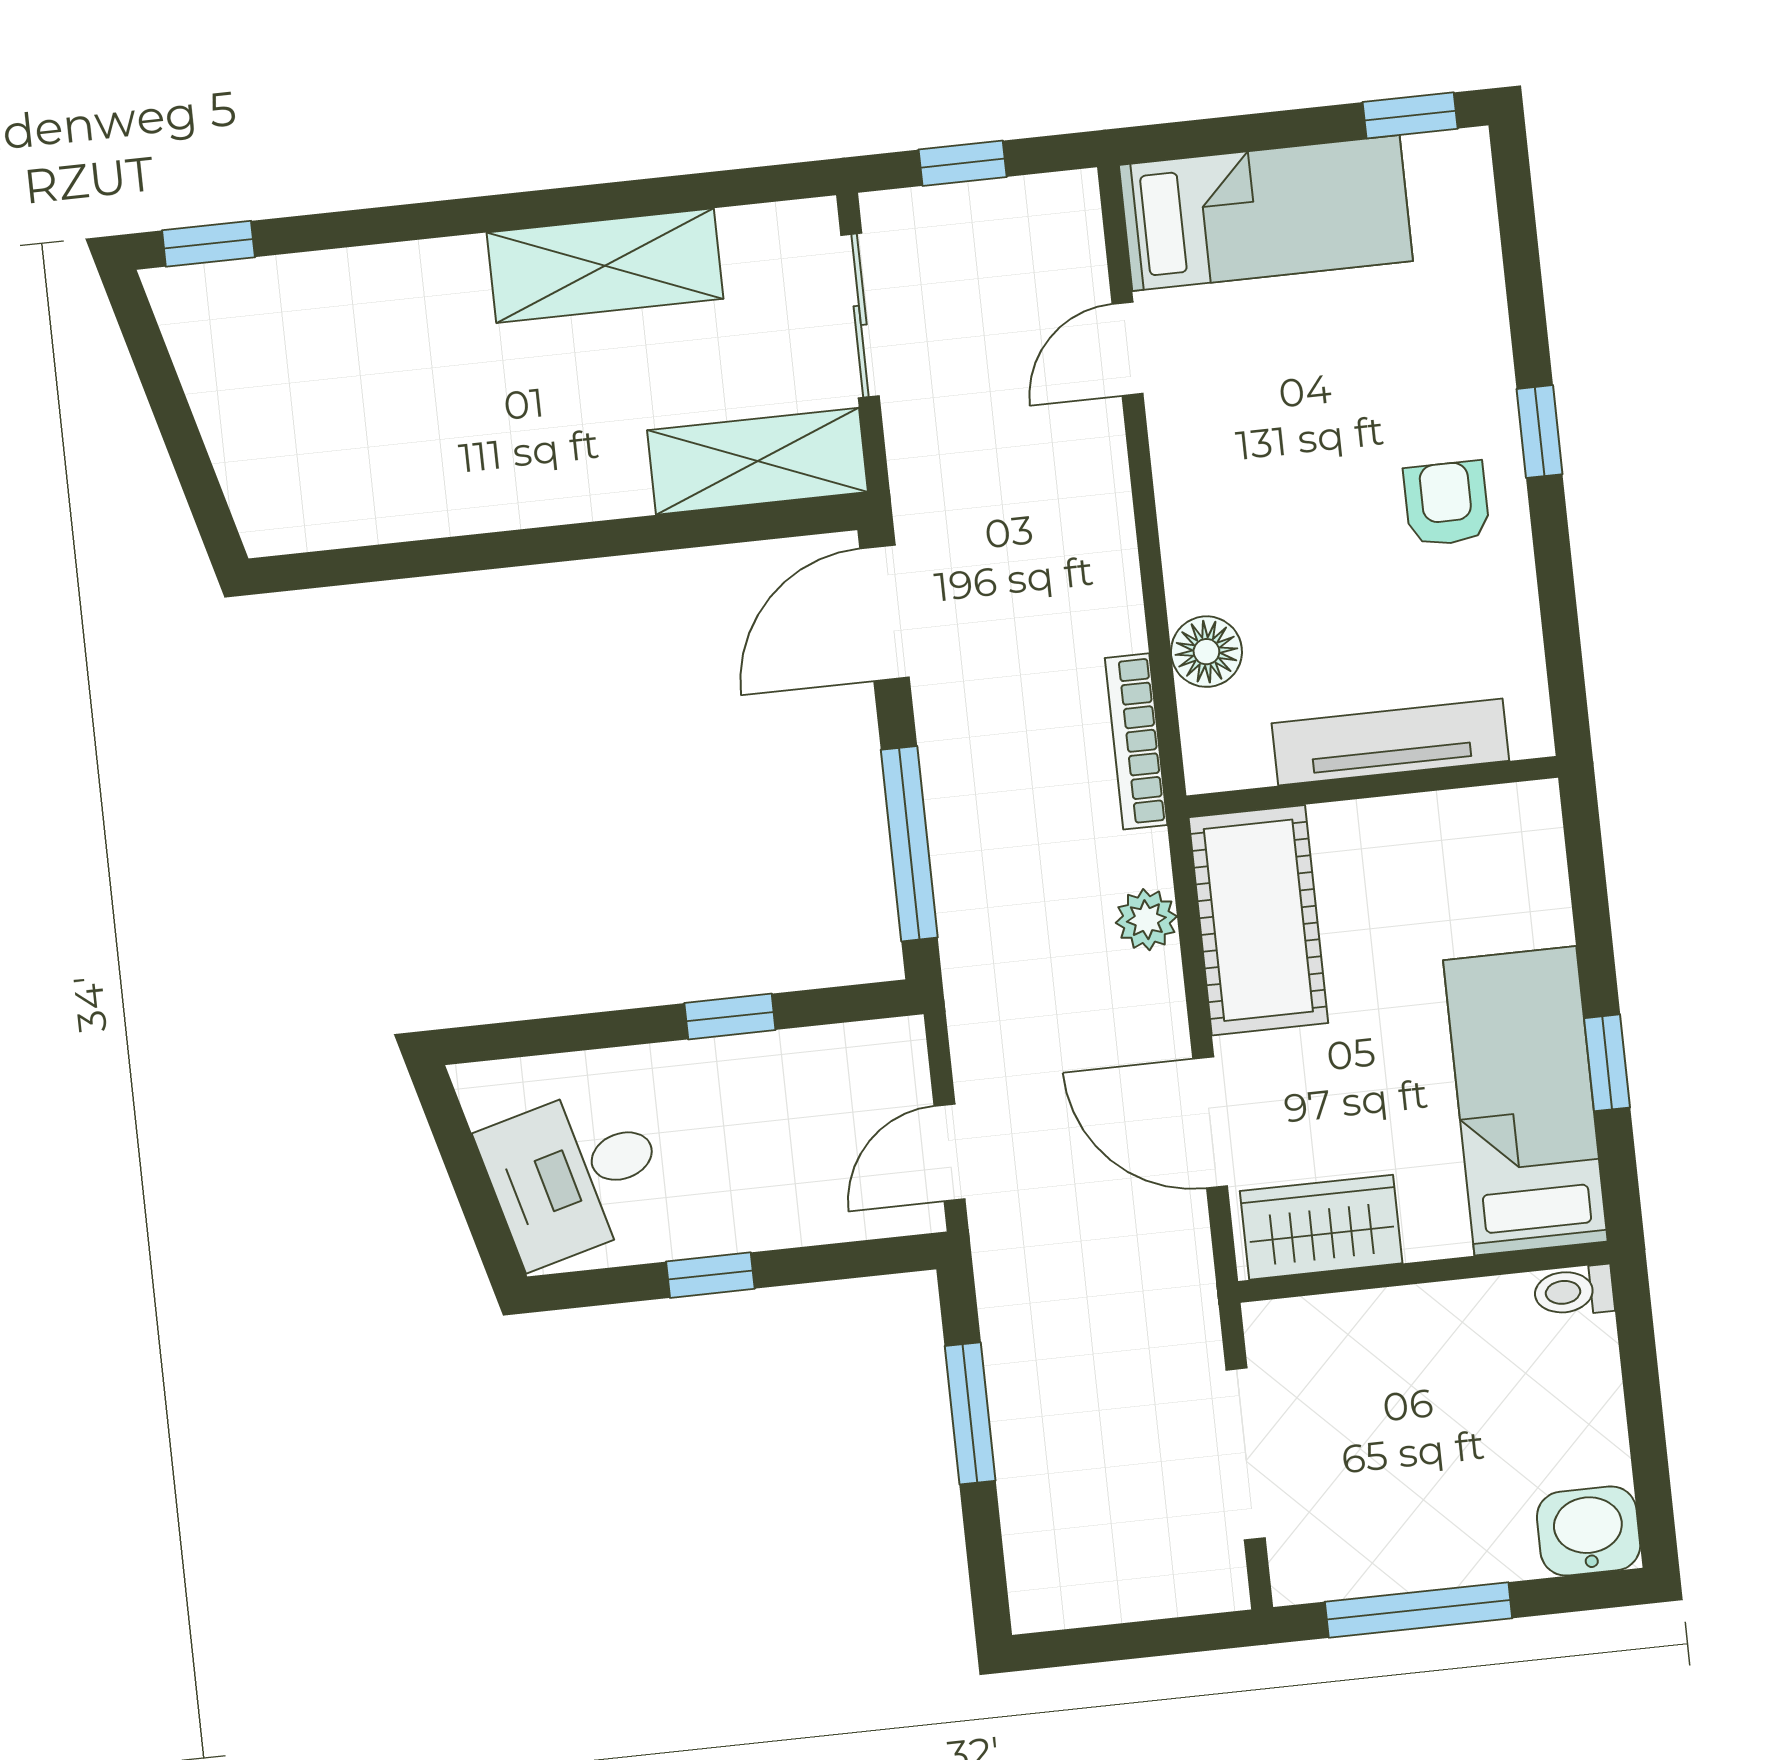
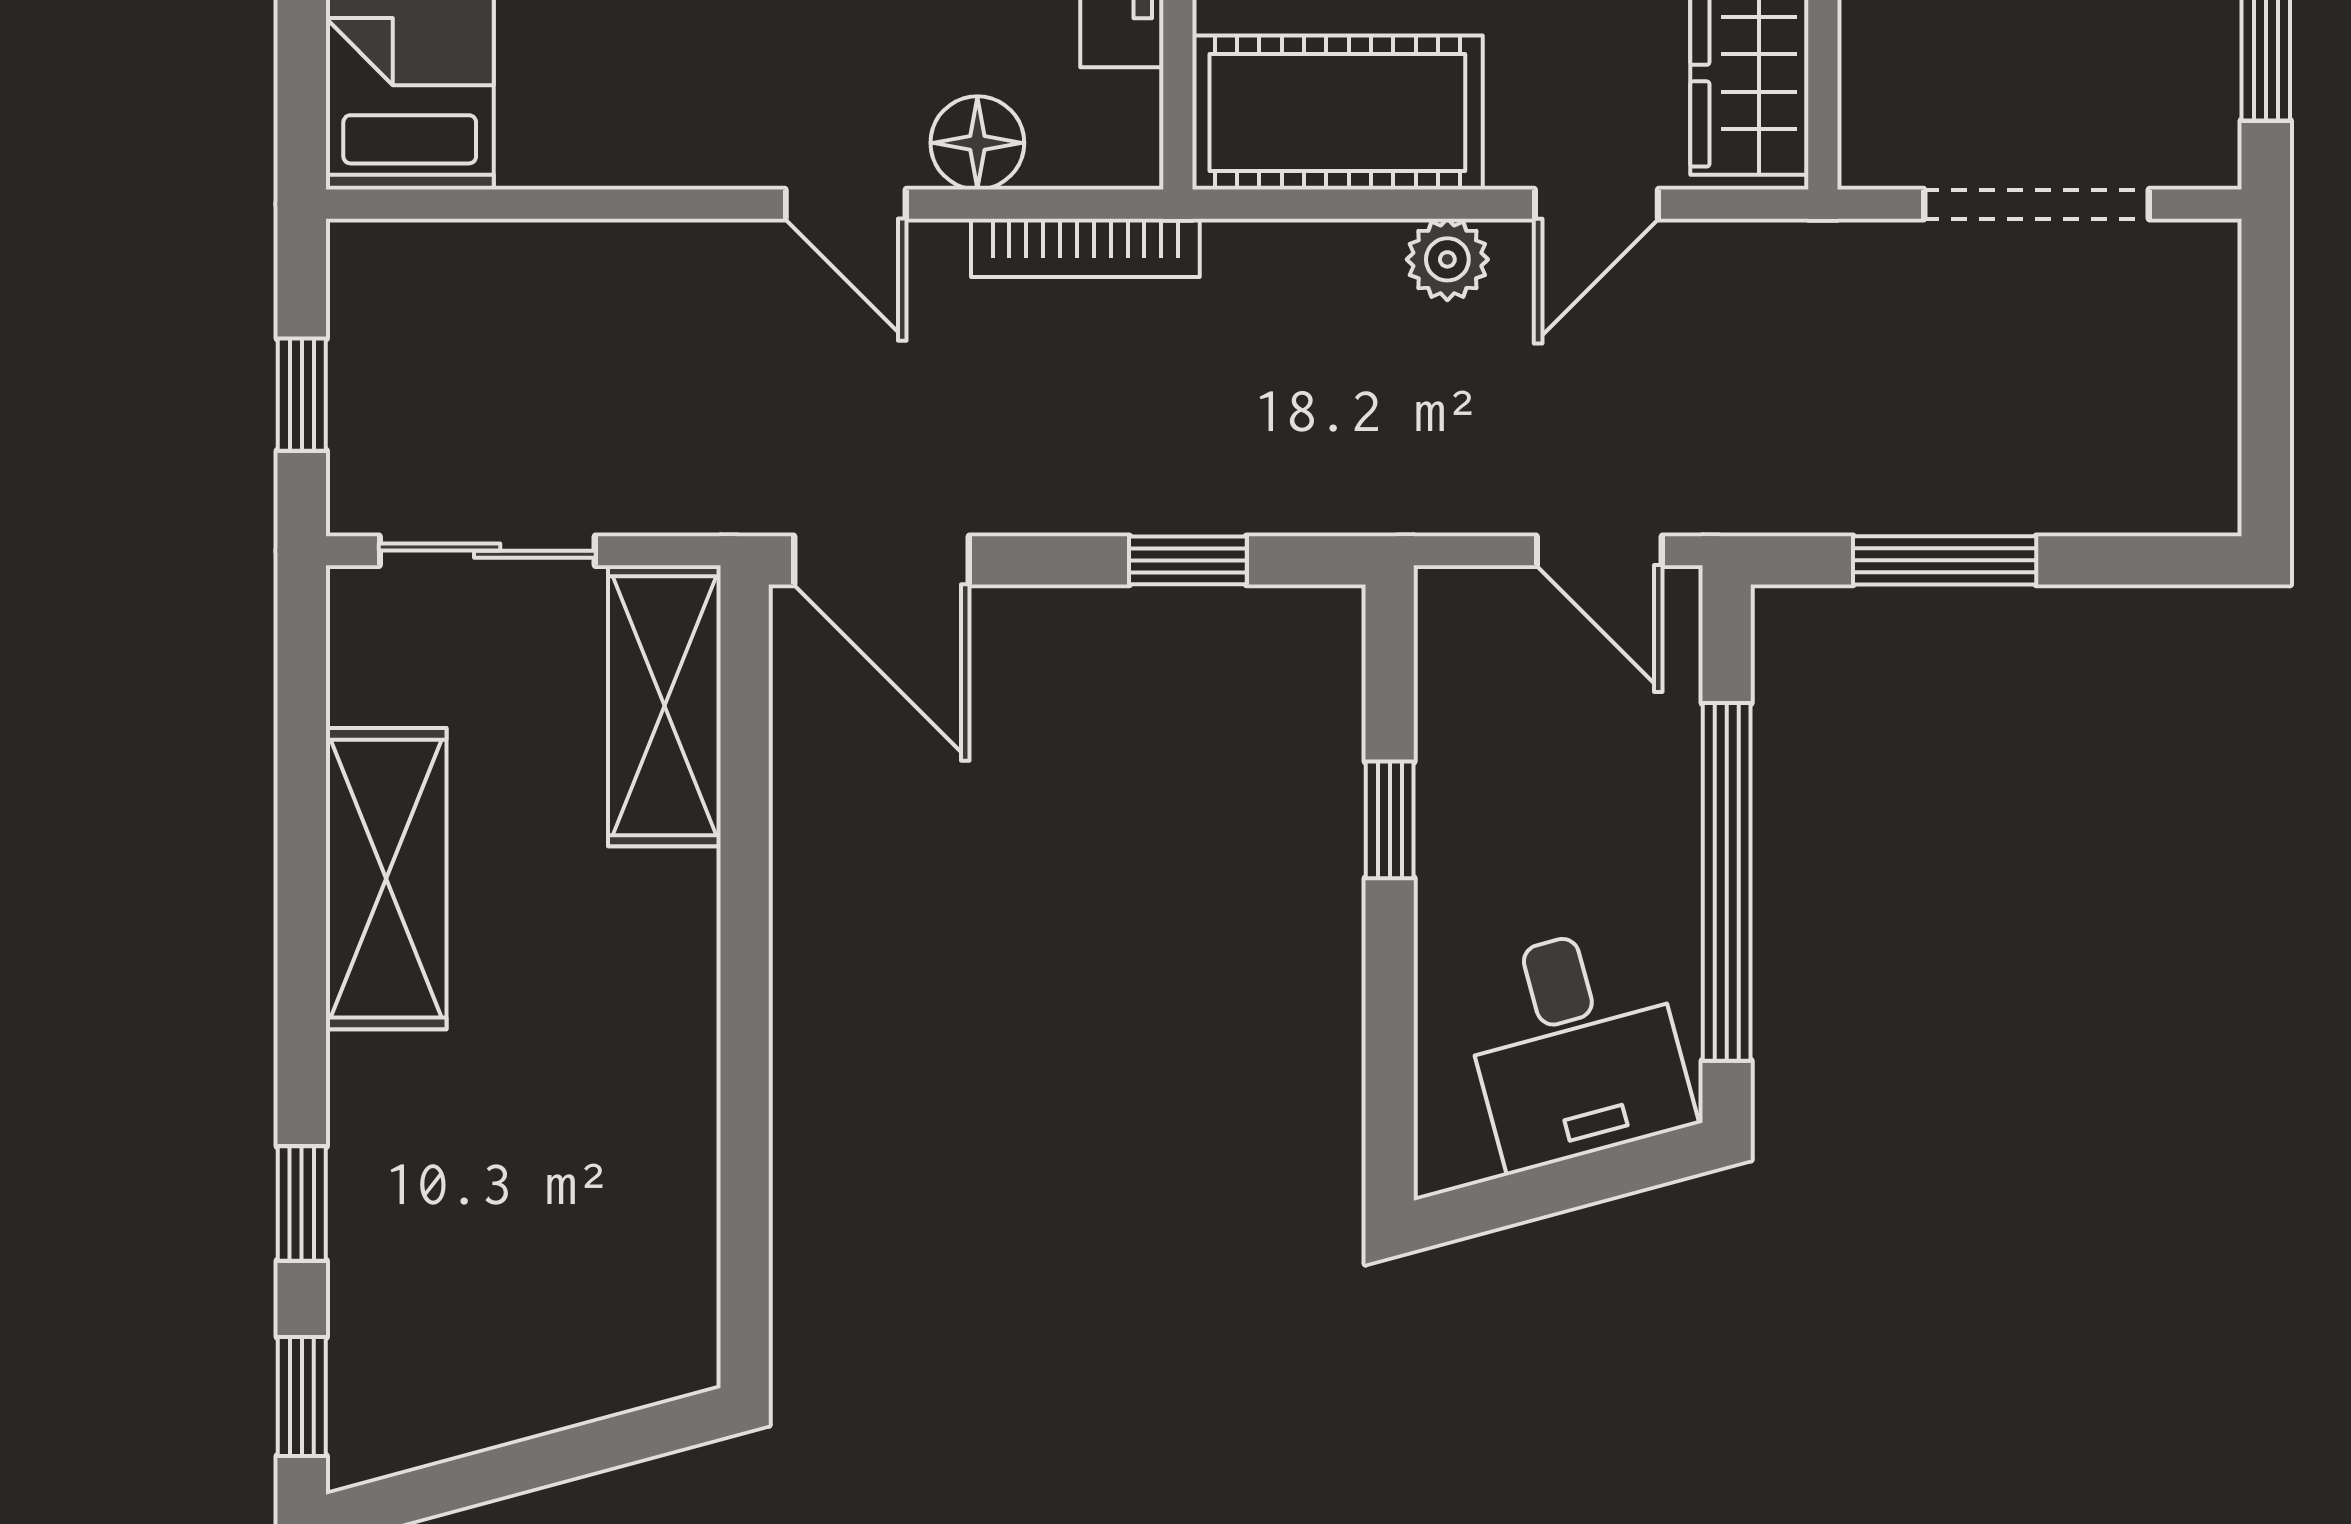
window: (354, 228) -> (302, 1204), added
door: (1127, 349) -> (846, 204), moved
window: (909, 844) -> (1188, 560), width x0.46
plant: (1146, 920) -> (1447, 259), moved
door: (1210, 1123) -> (1596, 204), width x0.73
window: (710, 1275) -> (1727, 882), width x3.17

